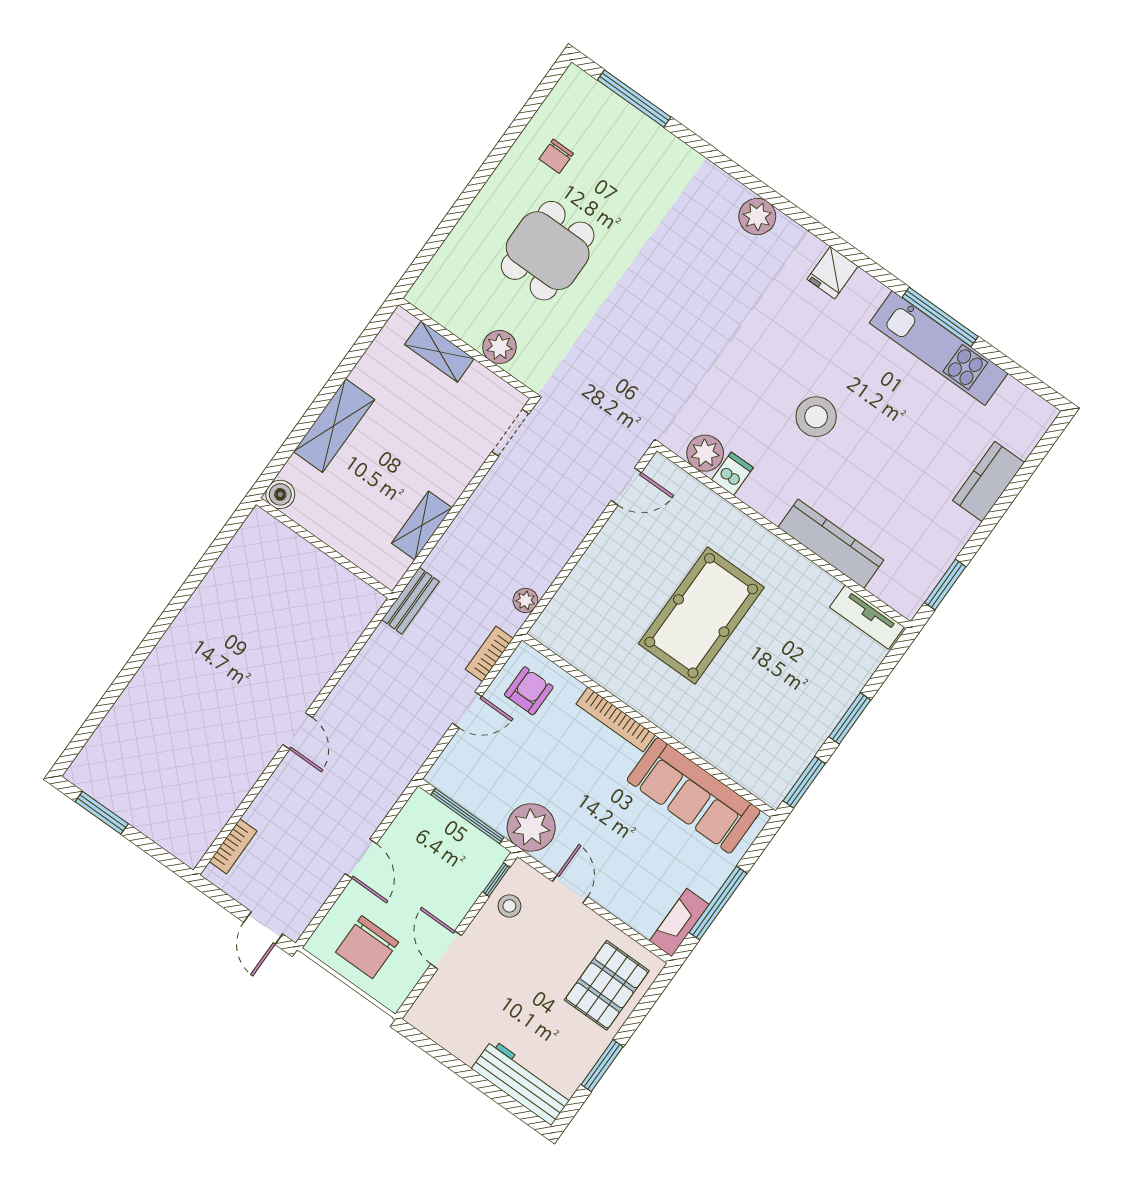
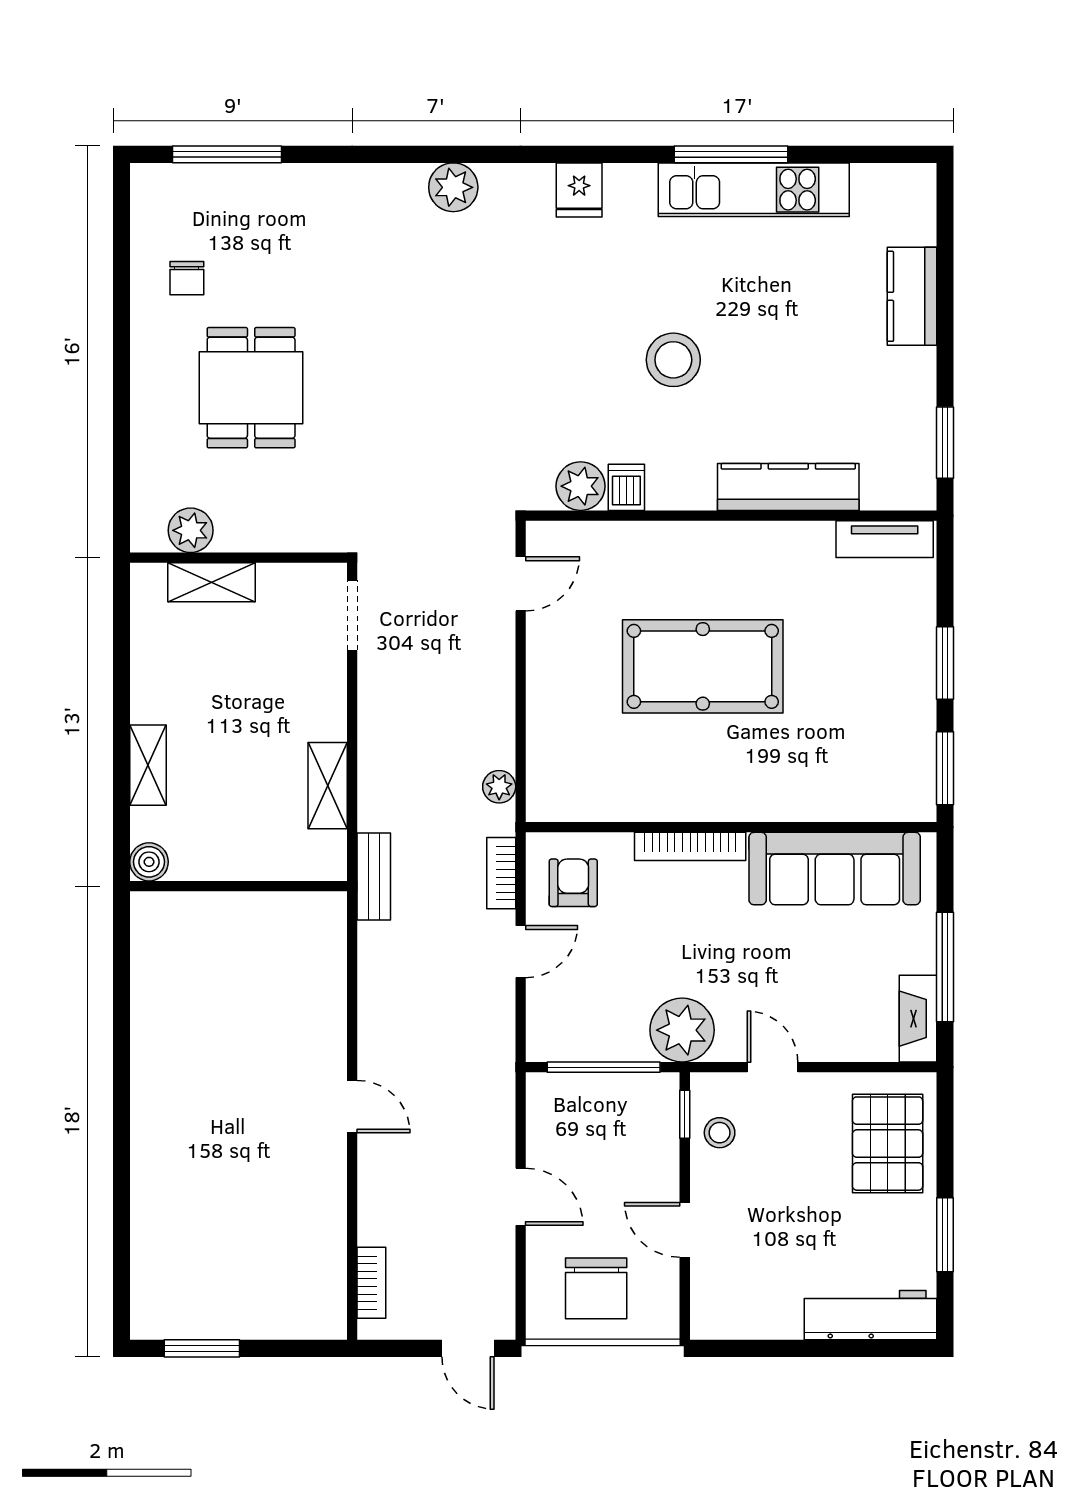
plant: (500, 347) -> (191, 530), moved
shelving: (334, 426) -> (148, 765), width x0.67, depth x0.75
pool table: (701, 616) -> (703, 666), turned 90

